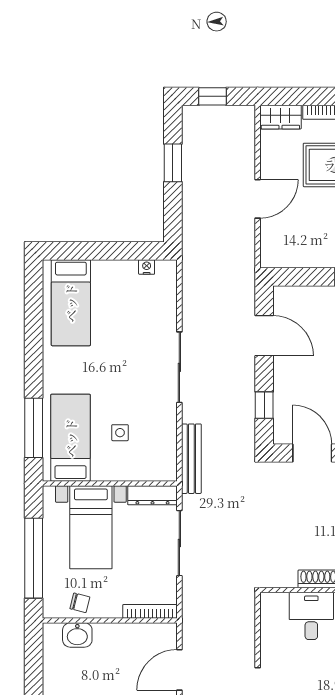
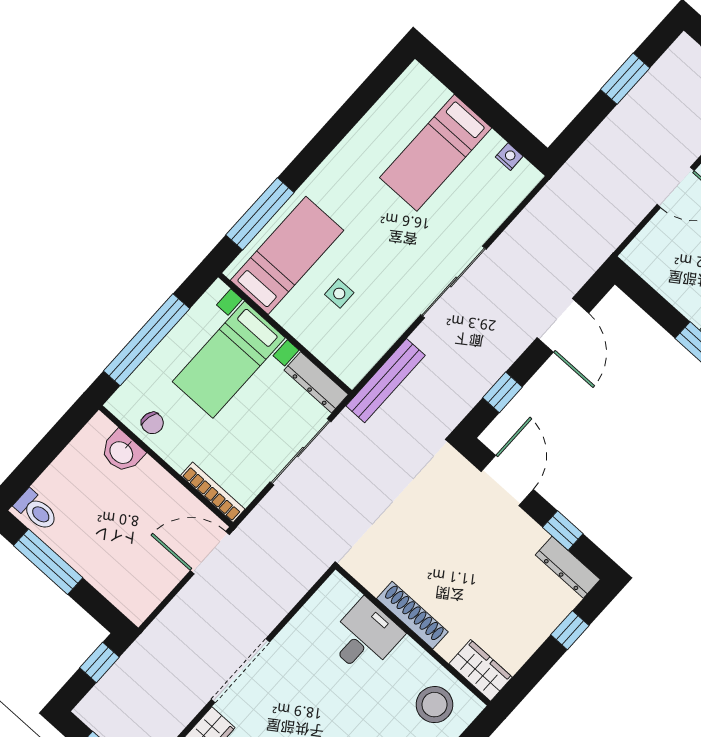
bed: (71, 303) -> (436, 153), moved
door: (179, 670) -> (210, 553), moved

